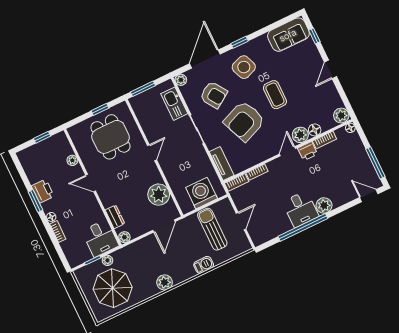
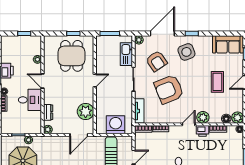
coffee table: (275, 95) -> (217, 82), moved
floor lamp: (315, 130) -> (226, 119), moved
desk: (100, 238) -> (30, 100), moved, turned -90

